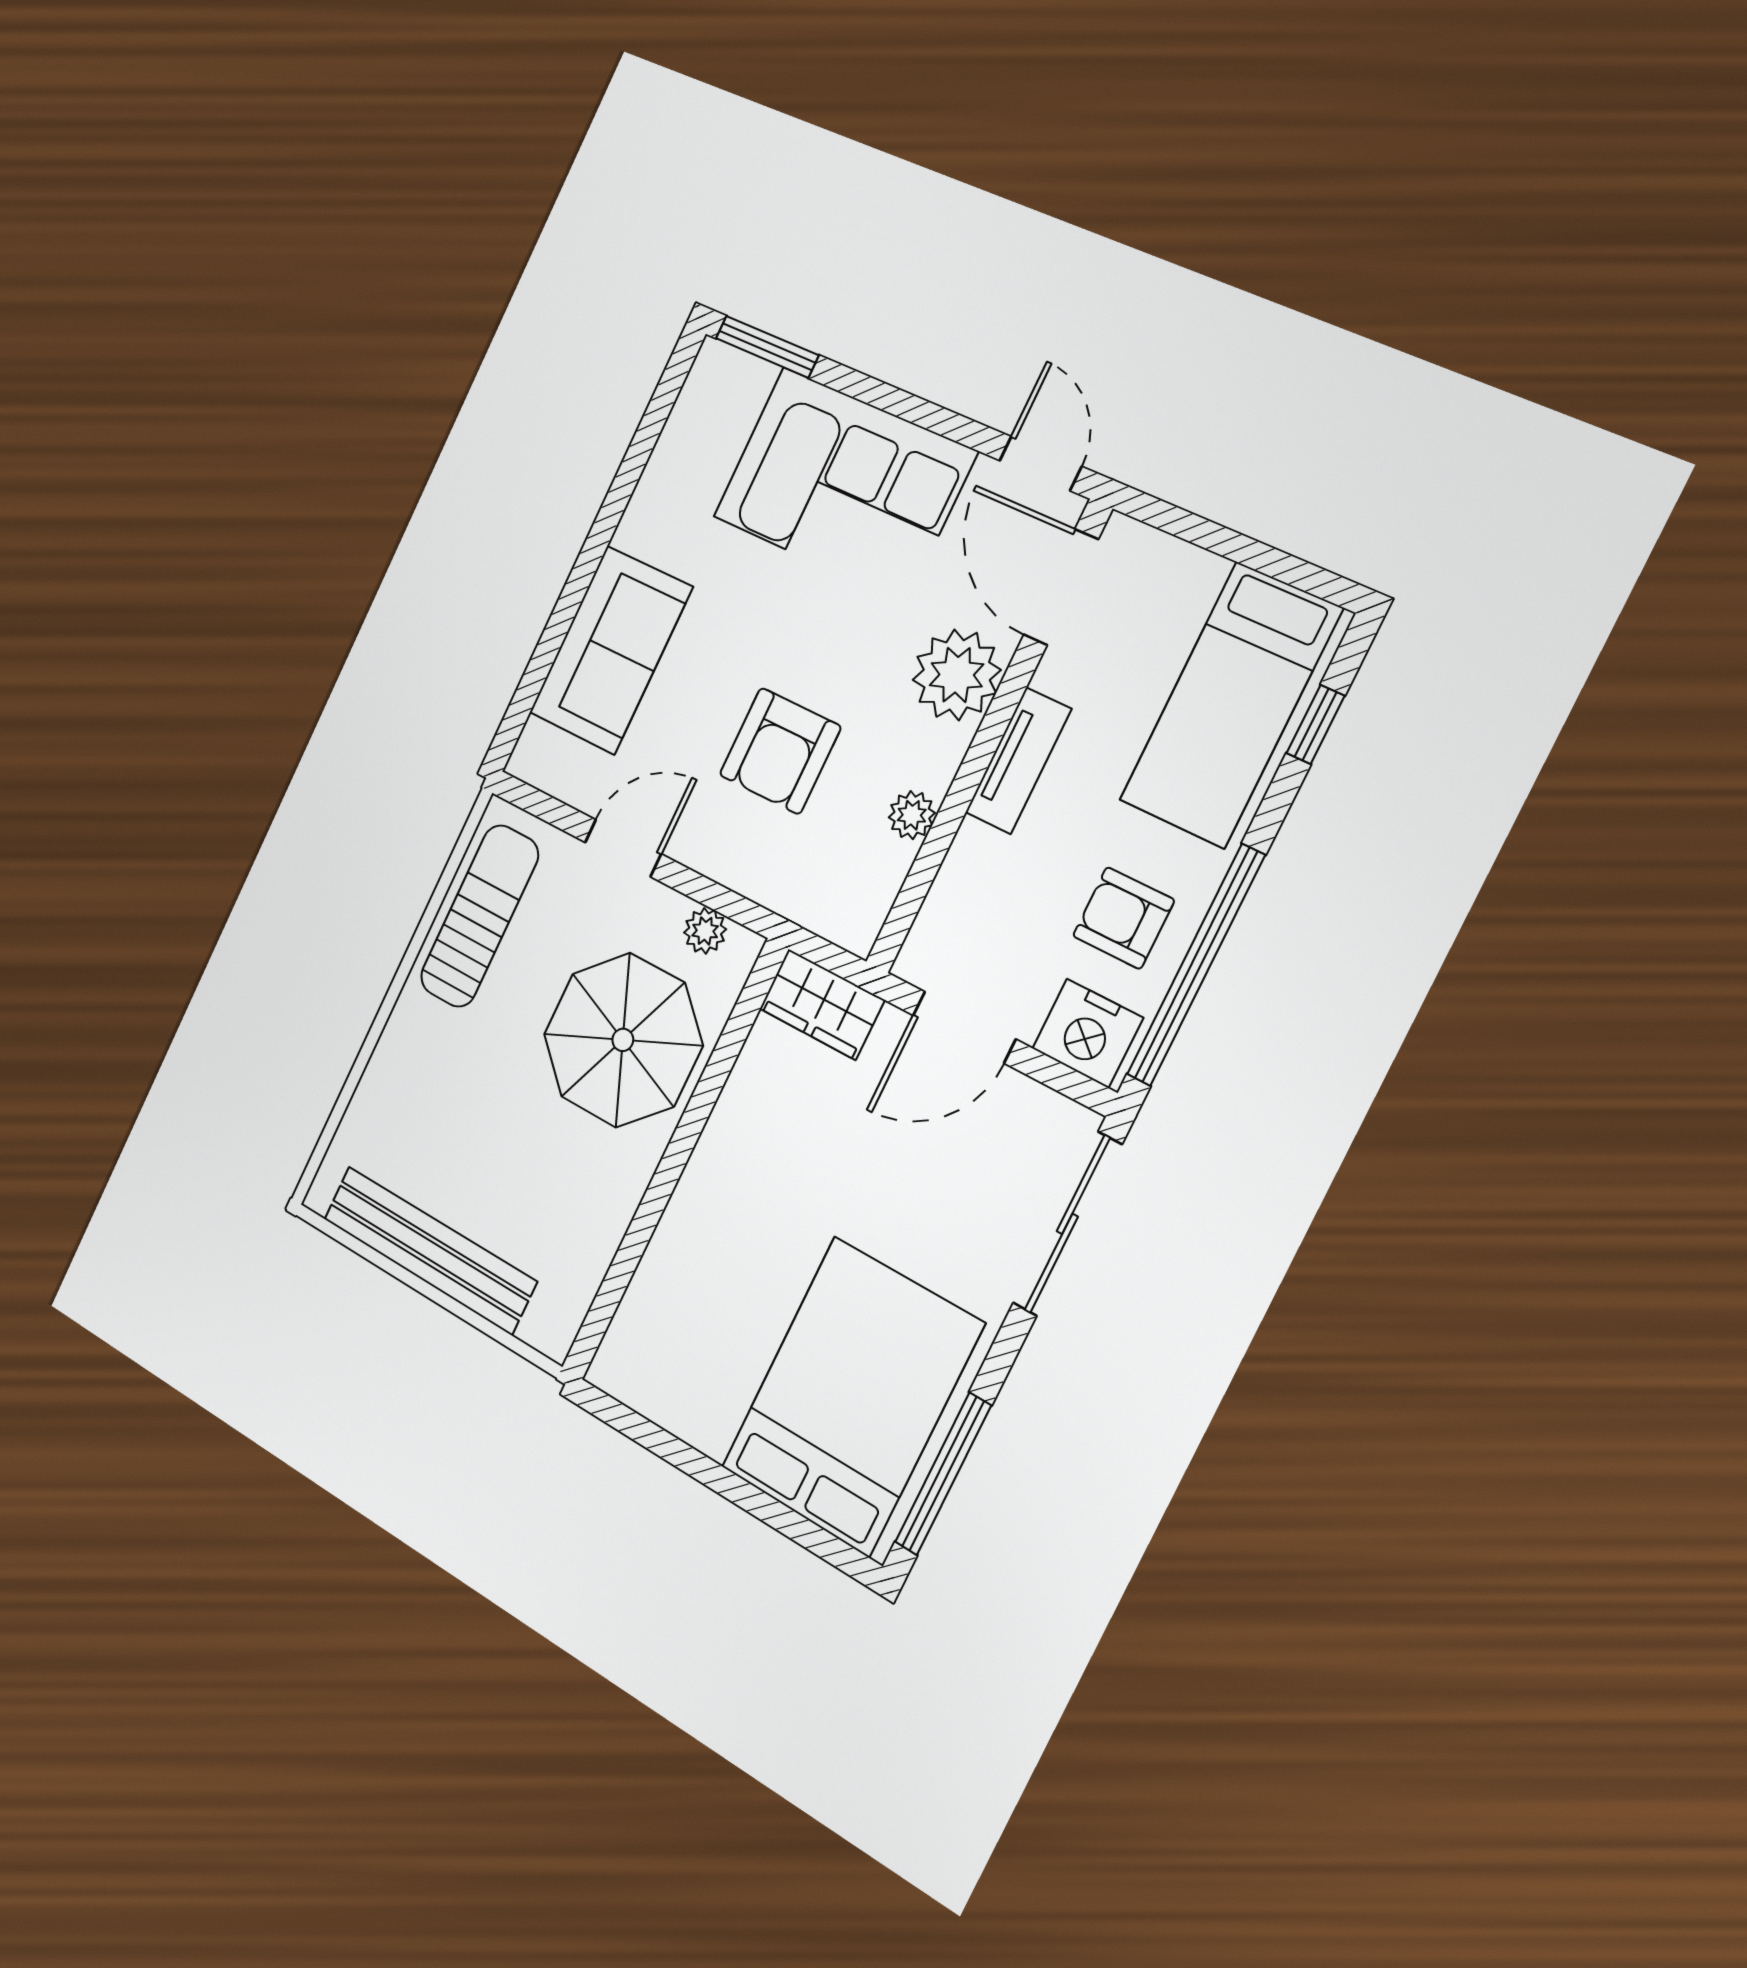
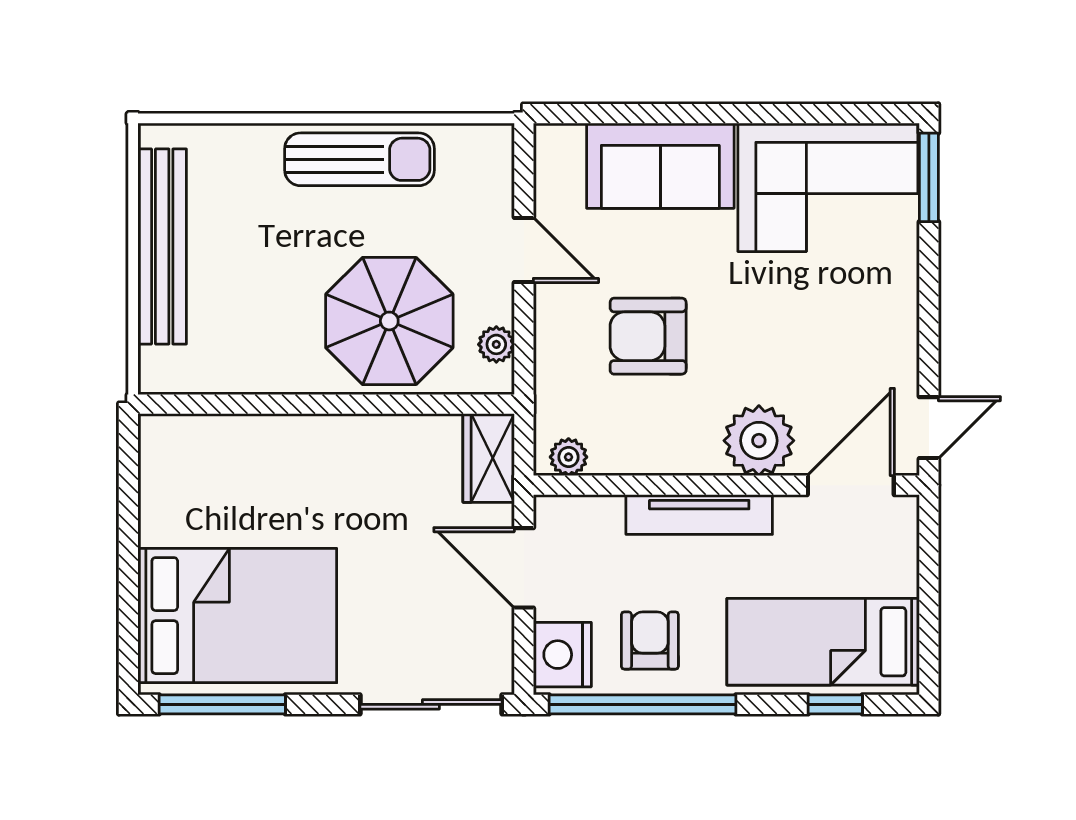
corner sofa: (844, 484) -> (828, 187), moved, turned -90
tv unit: (1018, 761) -> (699, 515), width x1.41
plant: (912, 815) -> (569, 457), moved
sun lounger: (479, 916) -> (360, 159), moved

